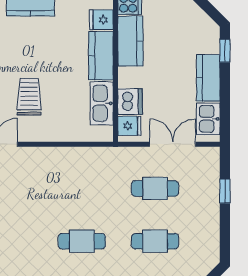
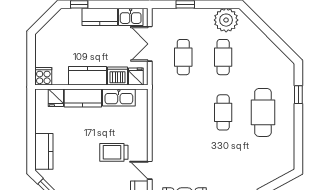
kitchen counter: (130, 41) -> (88, 76), moved
plant: (204, 245) -> (226, 20), added

